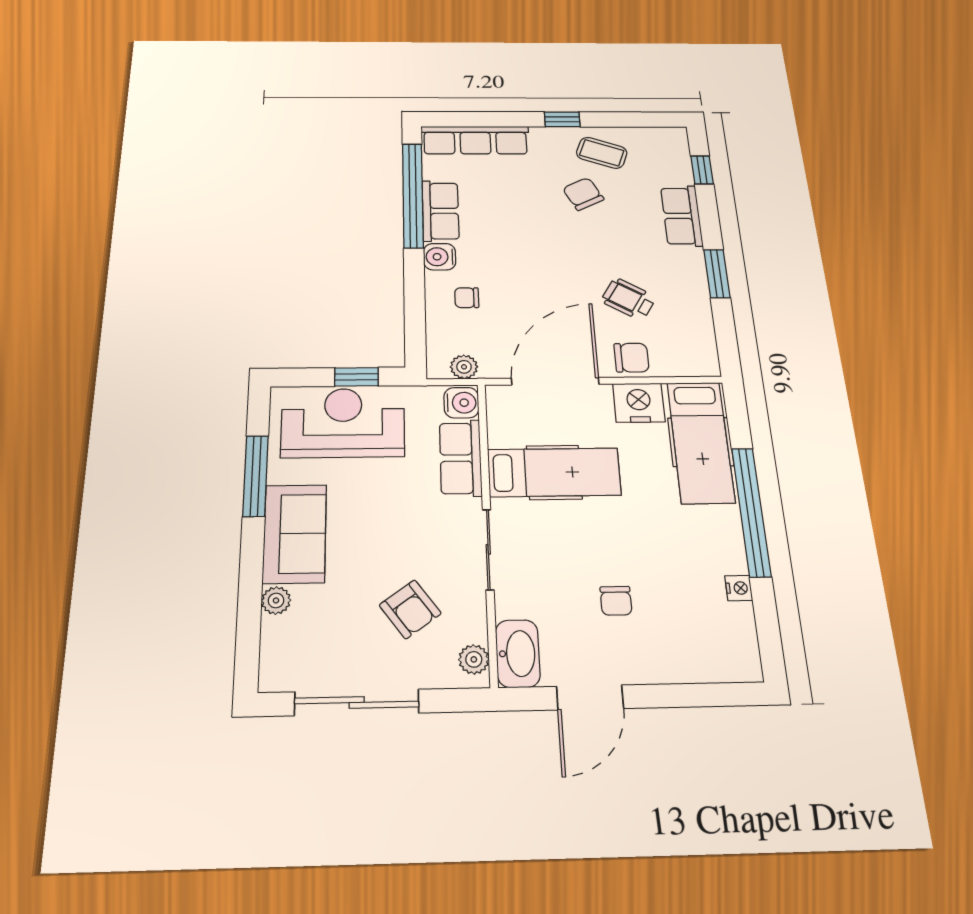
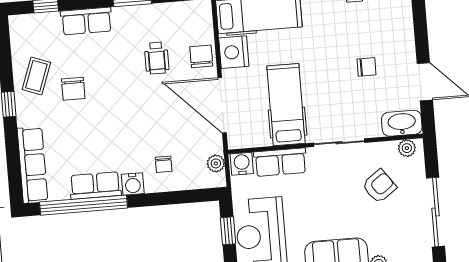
chair: (583, 194) -> (73, 89), turned -63
wheelchair: (629, 299) -> (157, 58), turned -31

